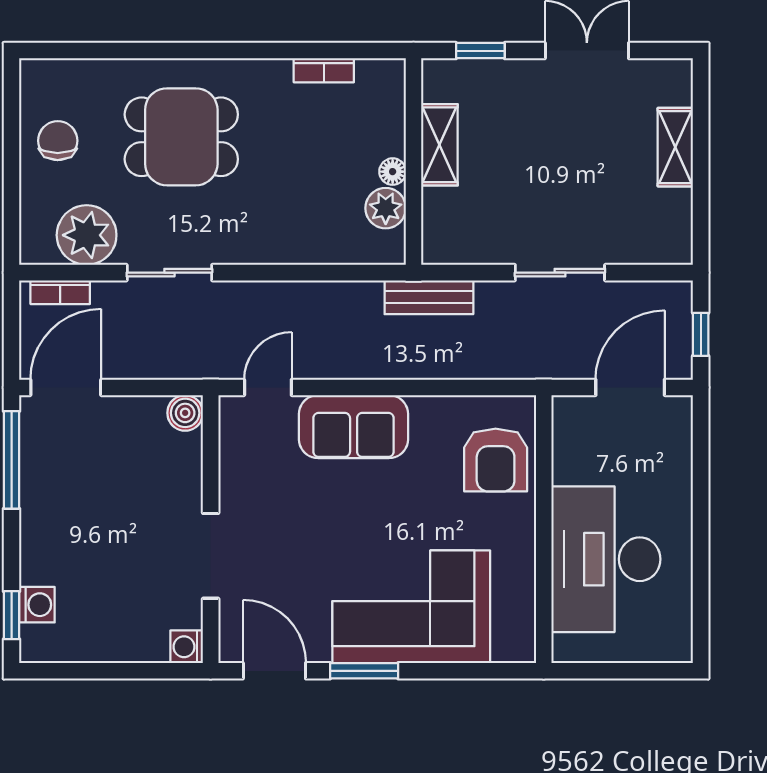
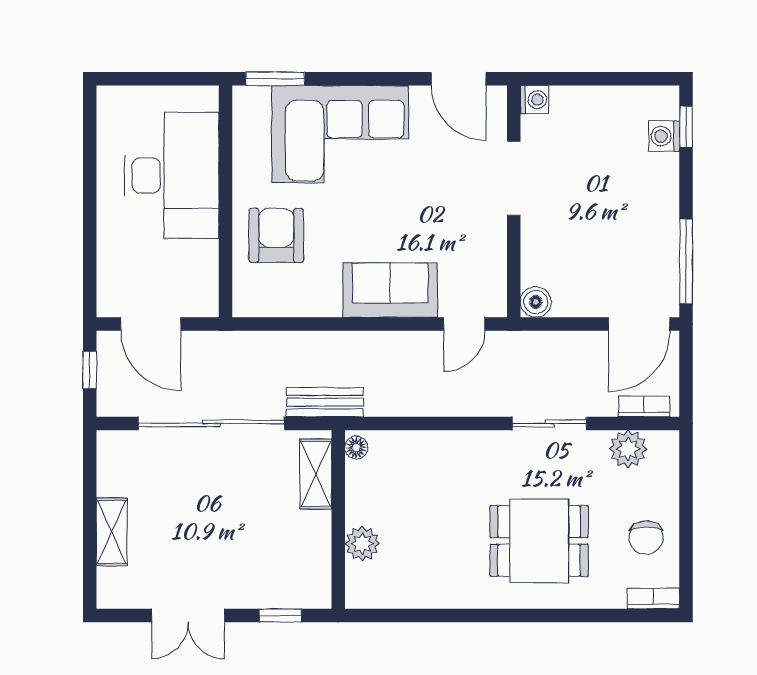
bookcase: (324, 70) -> (653, 598), moved
shelving: (439, 145) -> (316, 474), moved
floor lamp: (393, 172) -> (356, 448), moved
plant: (386, 208) -> (362, 544), moved
plant: (87, 235) -> (628, 449), width x0.73, depth x0.73
sliding door: (560, 273) -> (211, 423), width x1.86
door: (630, 387) -> (151, 324), hinge flipped
armchair: (496, 460) -> (276, 235), moved
window: (364, 671) -> (275, 79), moved

